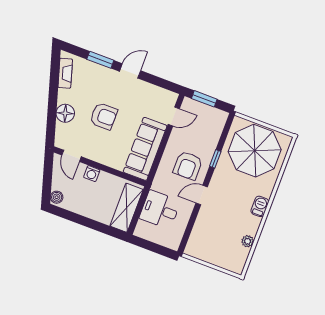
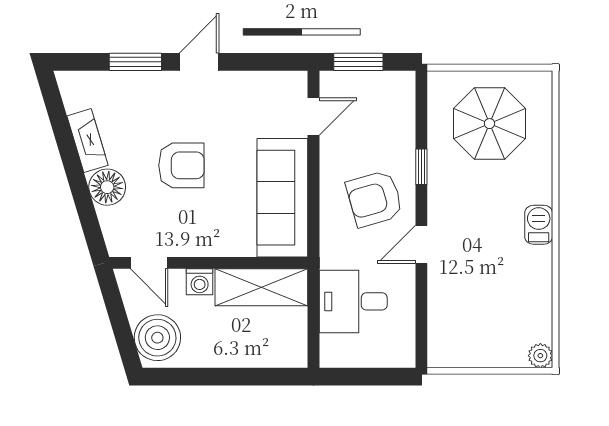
fireplace: (65, 73) -> (87, 141), moved
parasol: (255, 151) -> (489, 124), width x0.73, depth x0.73
armchair: (188, 166) -> (375, 199), turned 74
boiler: (57, 197) -> (157, 338), width x1.86, depth x1.86
shelving: (127, 208) -> (261, 287), moved, turned 90
plant: (248, 241) -> (540, 356), moved

